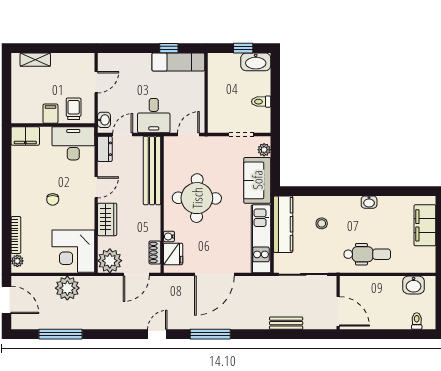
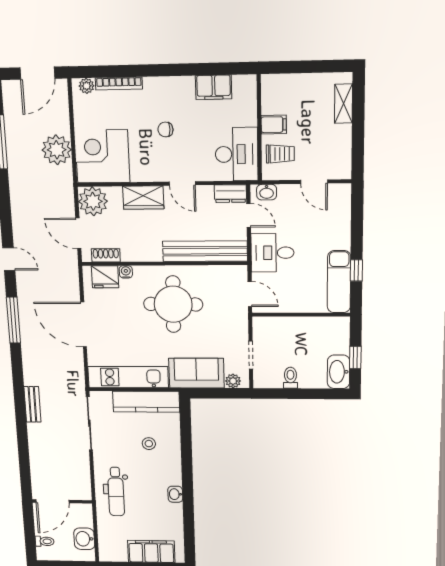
filing cabinet: (25, 136) -> (214, 87), moved, turned -90
wall: (338, 303) -> (62, 501), moved
door: (338, 311) -> (52, 501), moved

